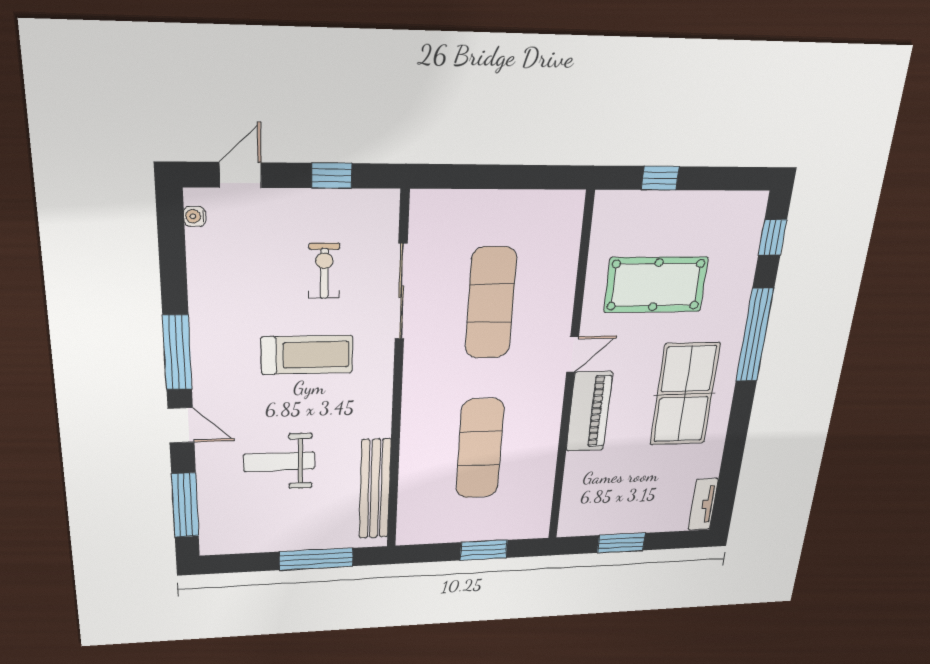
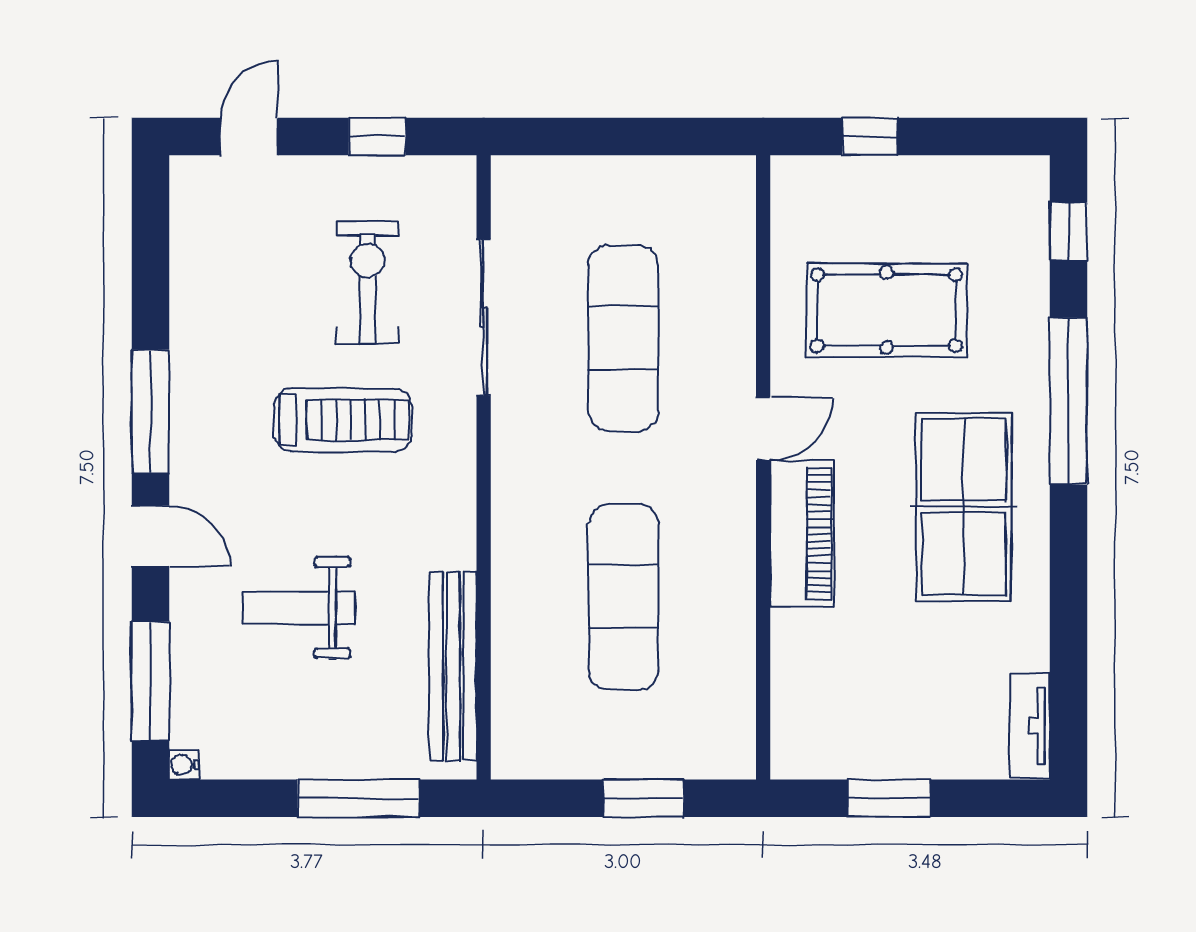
water cooler: (195, 216) -> (184, 764), moved
exercise bike: (324, 271) -> (368, 282), width x1.38, depth x1.39

